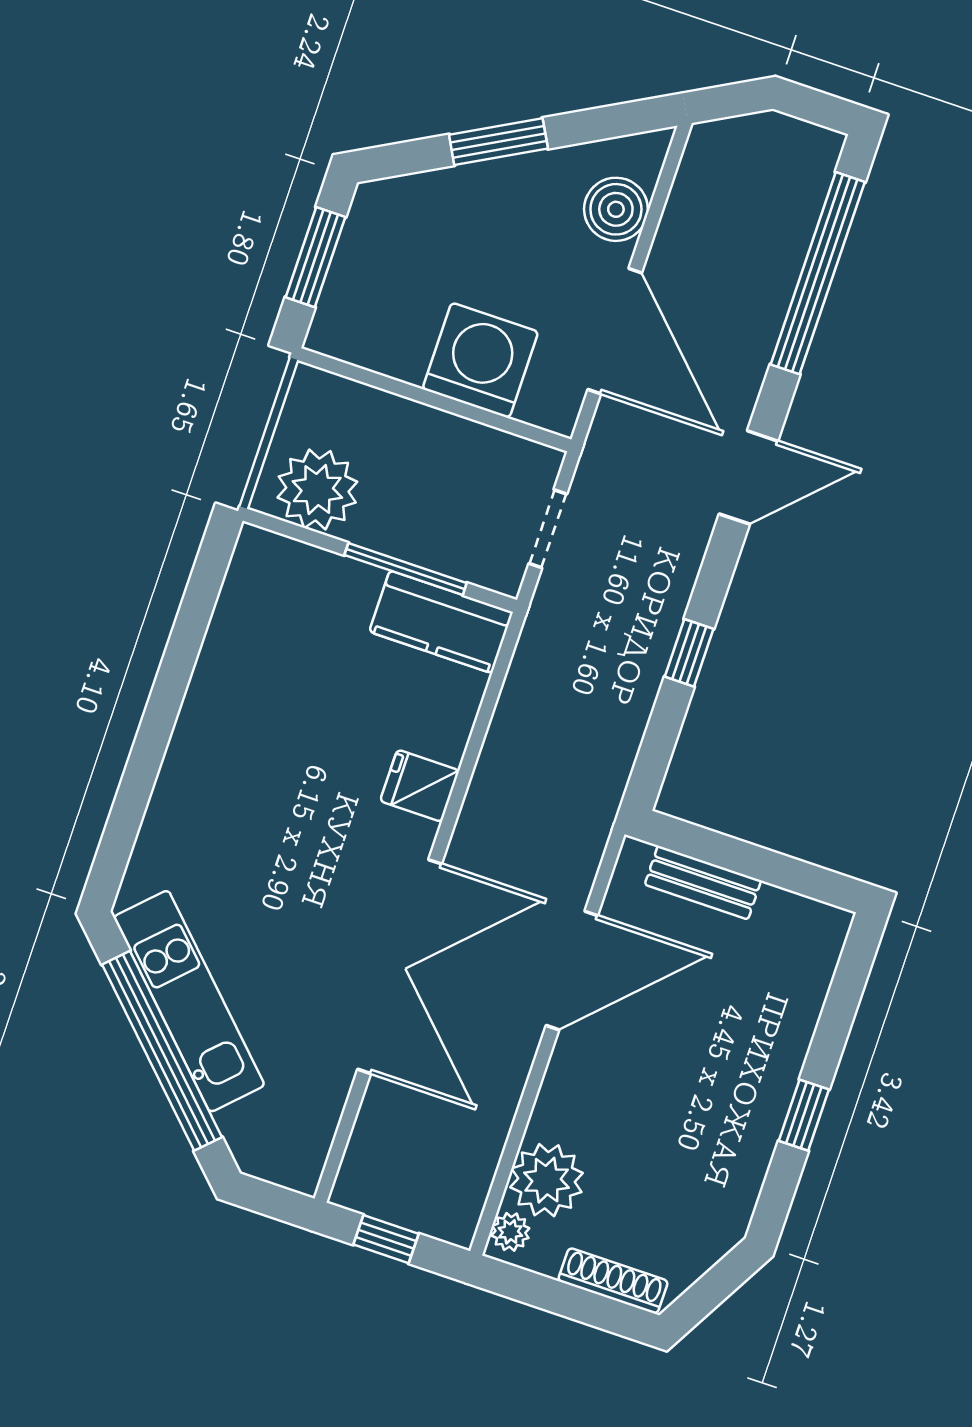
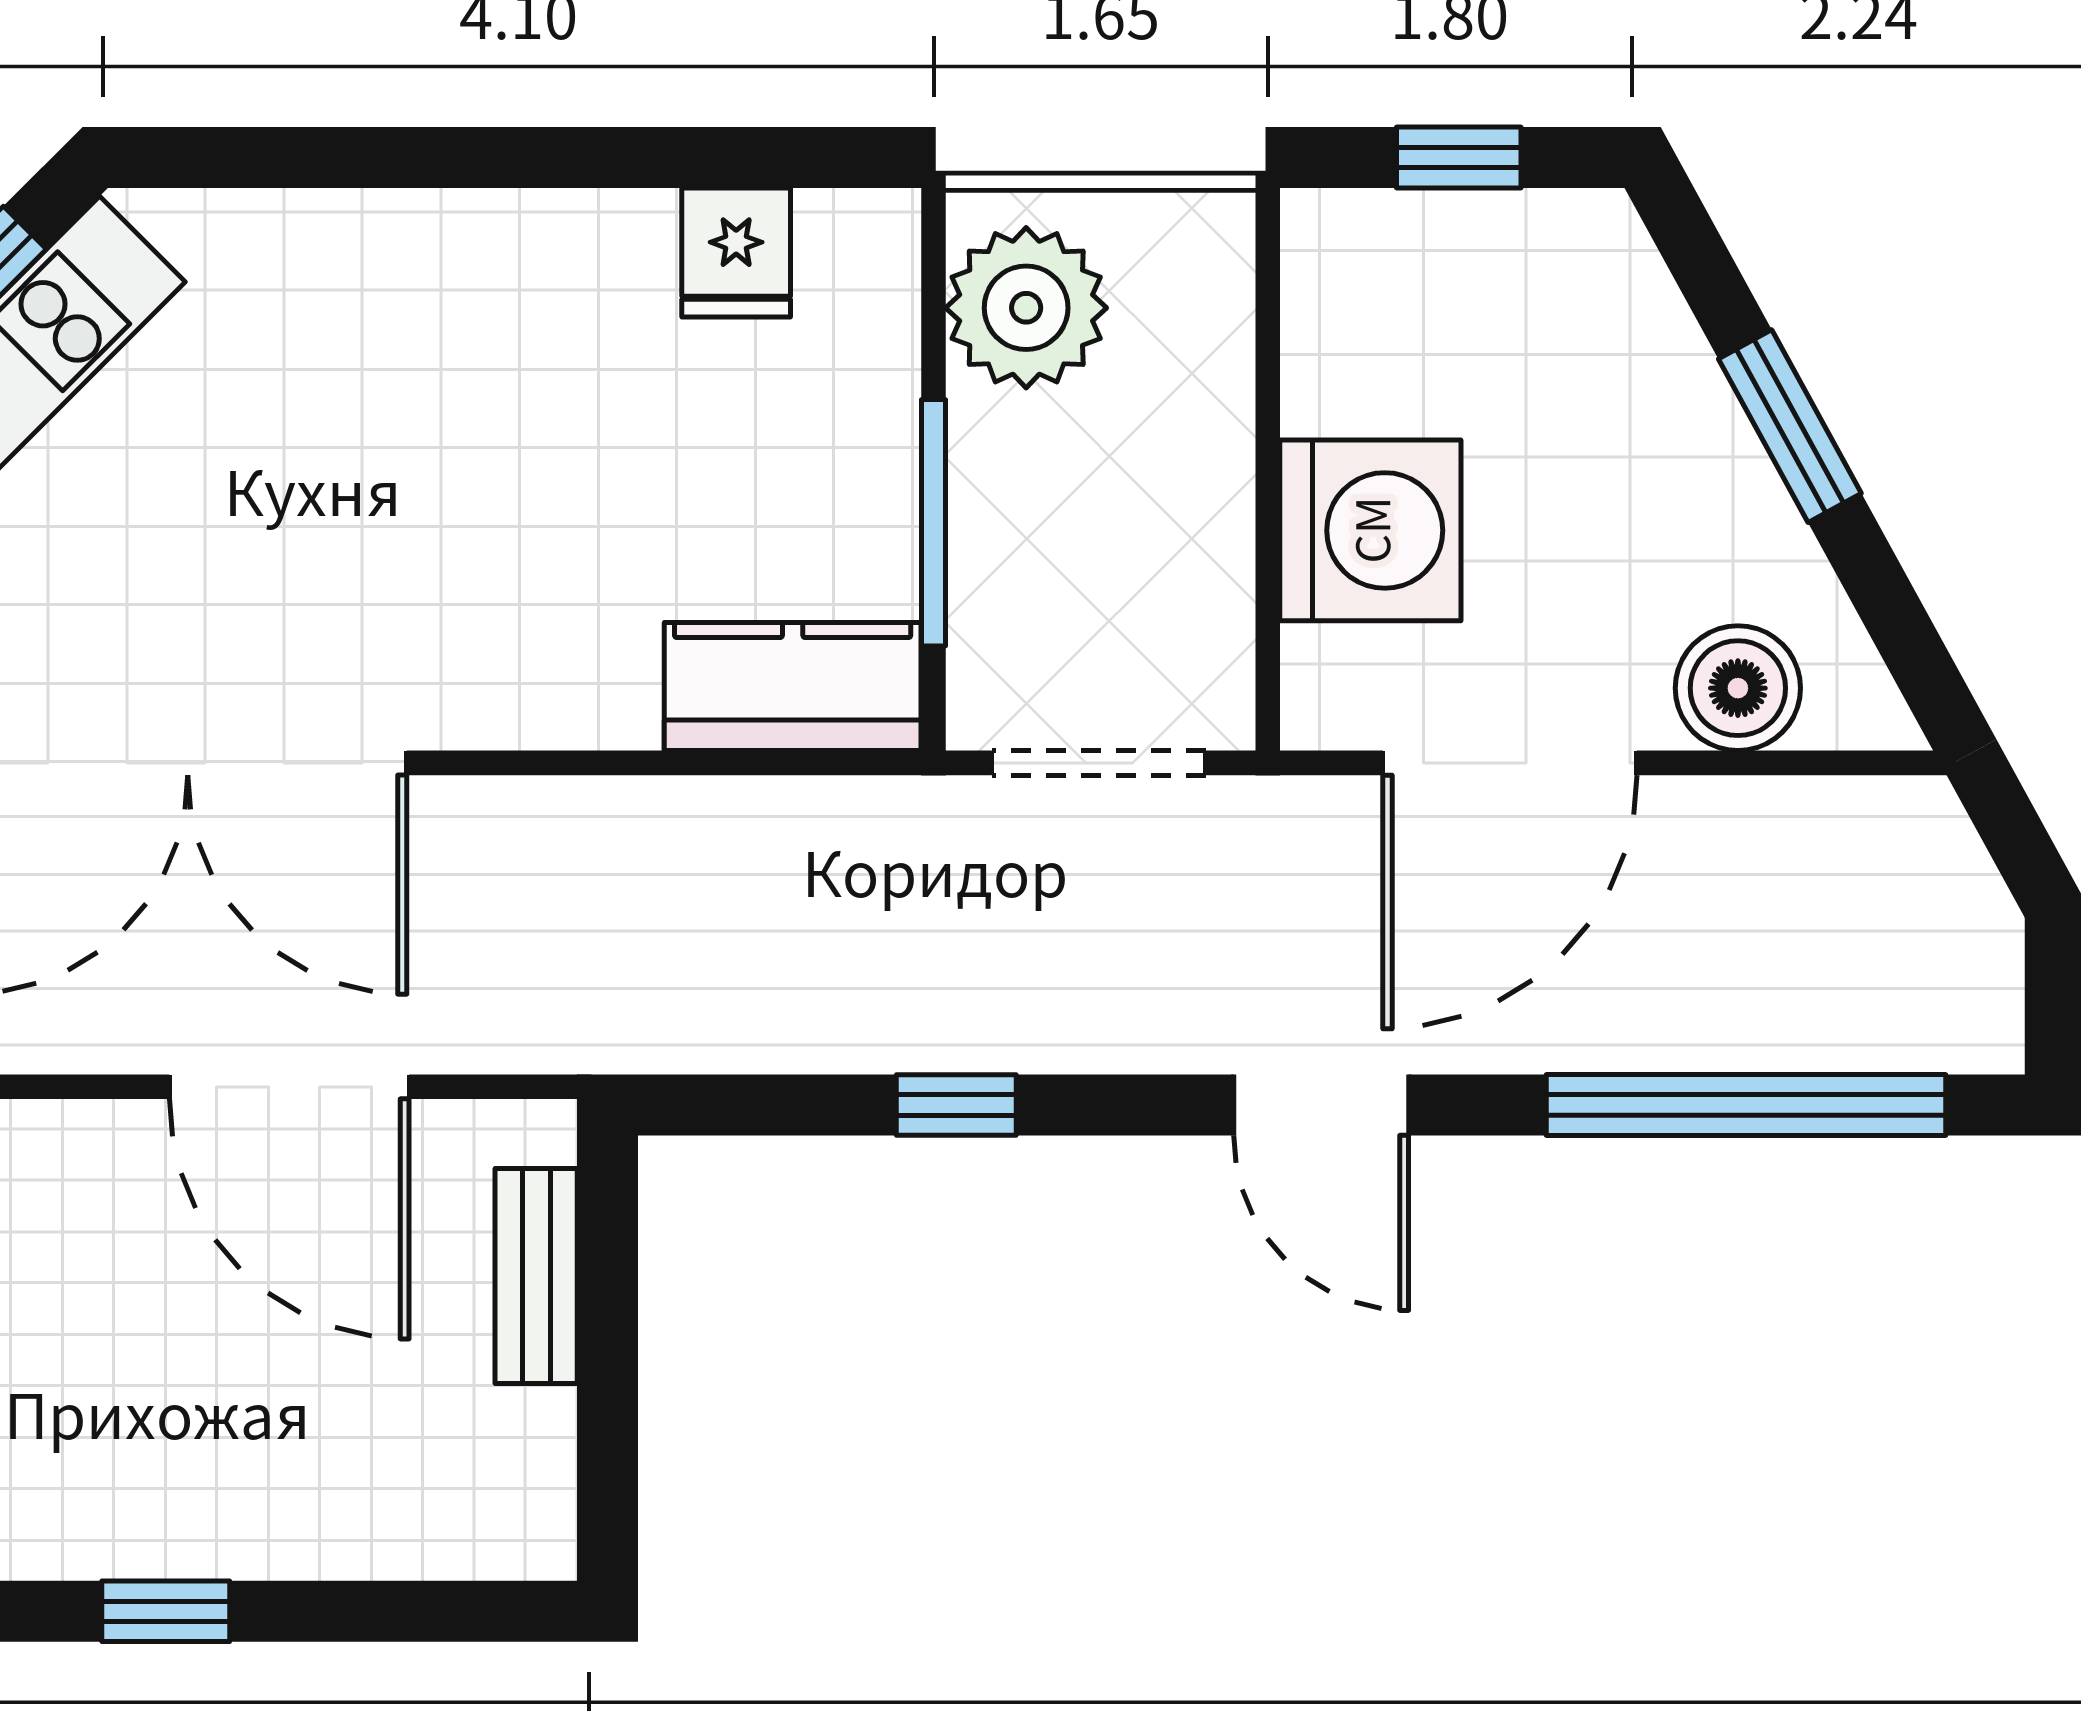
window: (315, 257) -> (1459, 157), width x0.67
doorway: (548, 529) -> (1099, 763), width x1.38
kitchen counter: (441, 622) -> (793, 687), moved, turned 90
fridge: (420, 786) -> (736, 252), moved, turned 180

